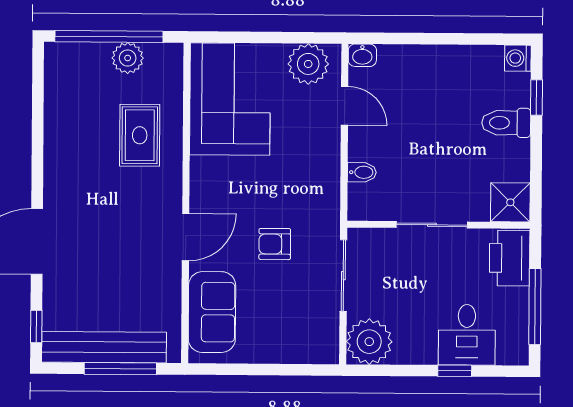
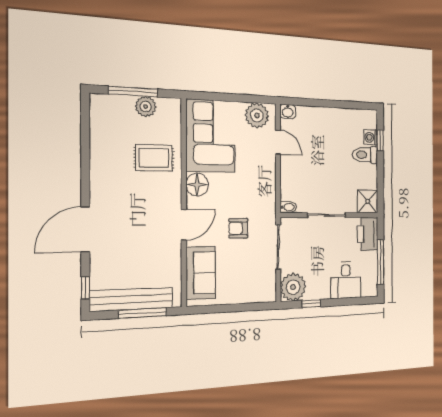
window: (109, 36) -> (133, 92), width x0.68
washing machine: (518, 58) -> (371, 137), moved
rug: (140, 135) -> (154, 158), turned 90
bidet: (362, 172) -> (288, 207), moved
floor lamp: (207, 175) -> (197, 185), added
window: (455, 371) -> (311, 304), moved

